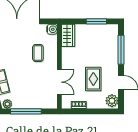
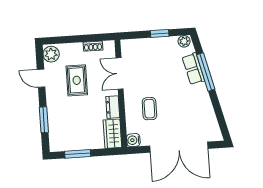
window: (121, 50) -> (44, 120), width x0.69
dresser: (66, 56) -> (113, 107), added
window: (26, 111) -> (160, 33), width x0.46

